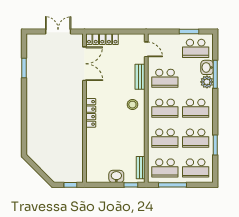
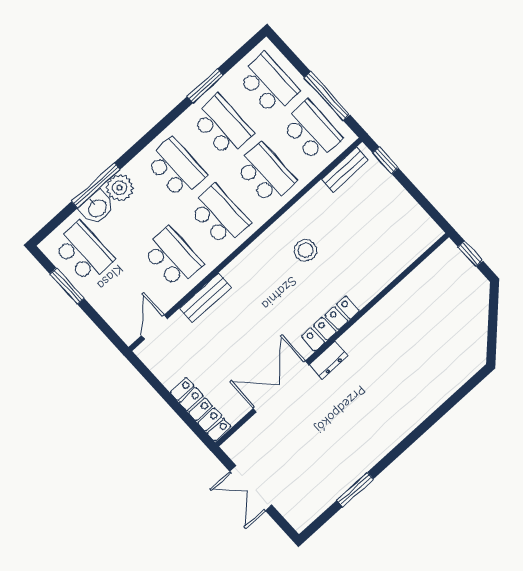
double door: (84, 64) -> (281, 386), moved
dresser: (78, 100) -> (329, 360), added
stool: (132, 105) -> (305, 250), moved
washbasin: (116, 176) -> (393, 195), removed

